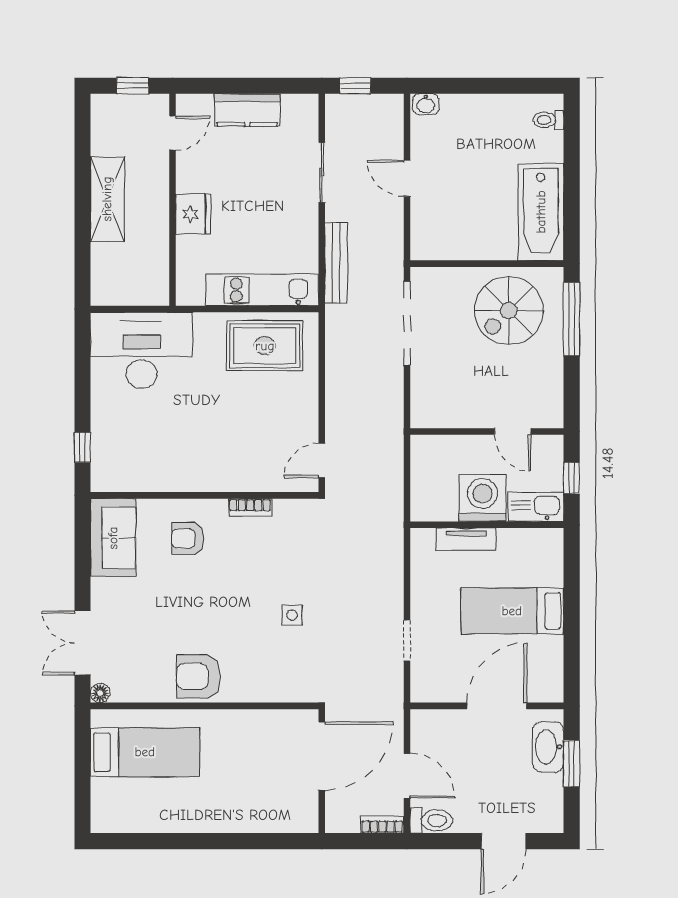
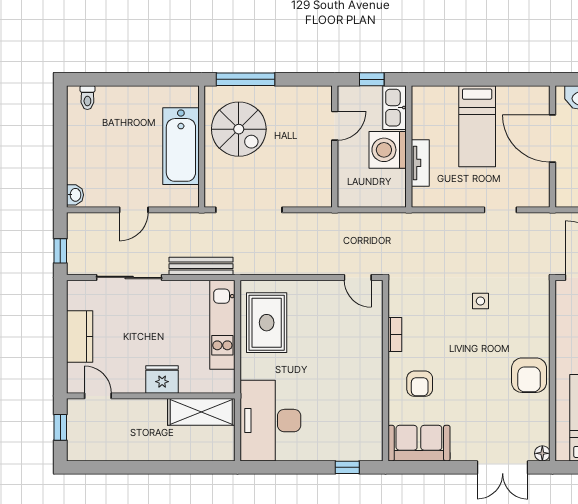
sliding door: (322, 172) -> (129, 277), width x1.37
shelving: (107, 199) -> (201, 412), moved
bathtub: (541, 212) -> (181, 146), moved, turned 90

